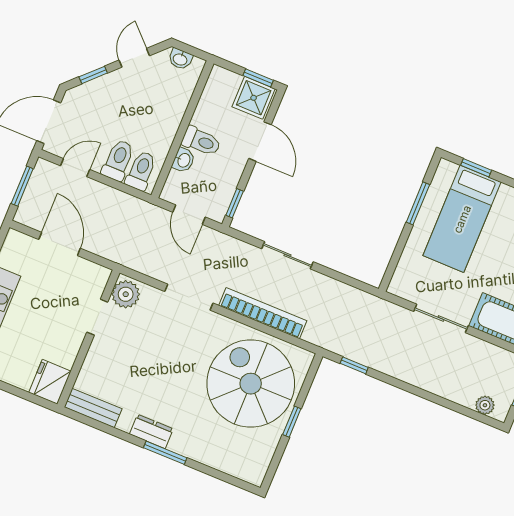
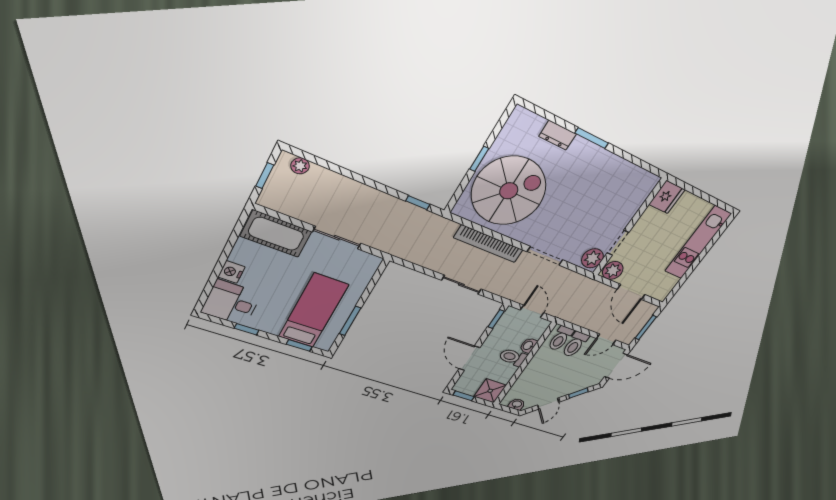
shower: (254, 98) -> (490, 391), moved
plant: (94, 276) -> (613, 271), added
spiral stairs: (251, 384) -> (509, 191), turned -90
bench: (93, 408) -> (640, 176), removed
dresser: (151, 431) -> (558, 135), moved

